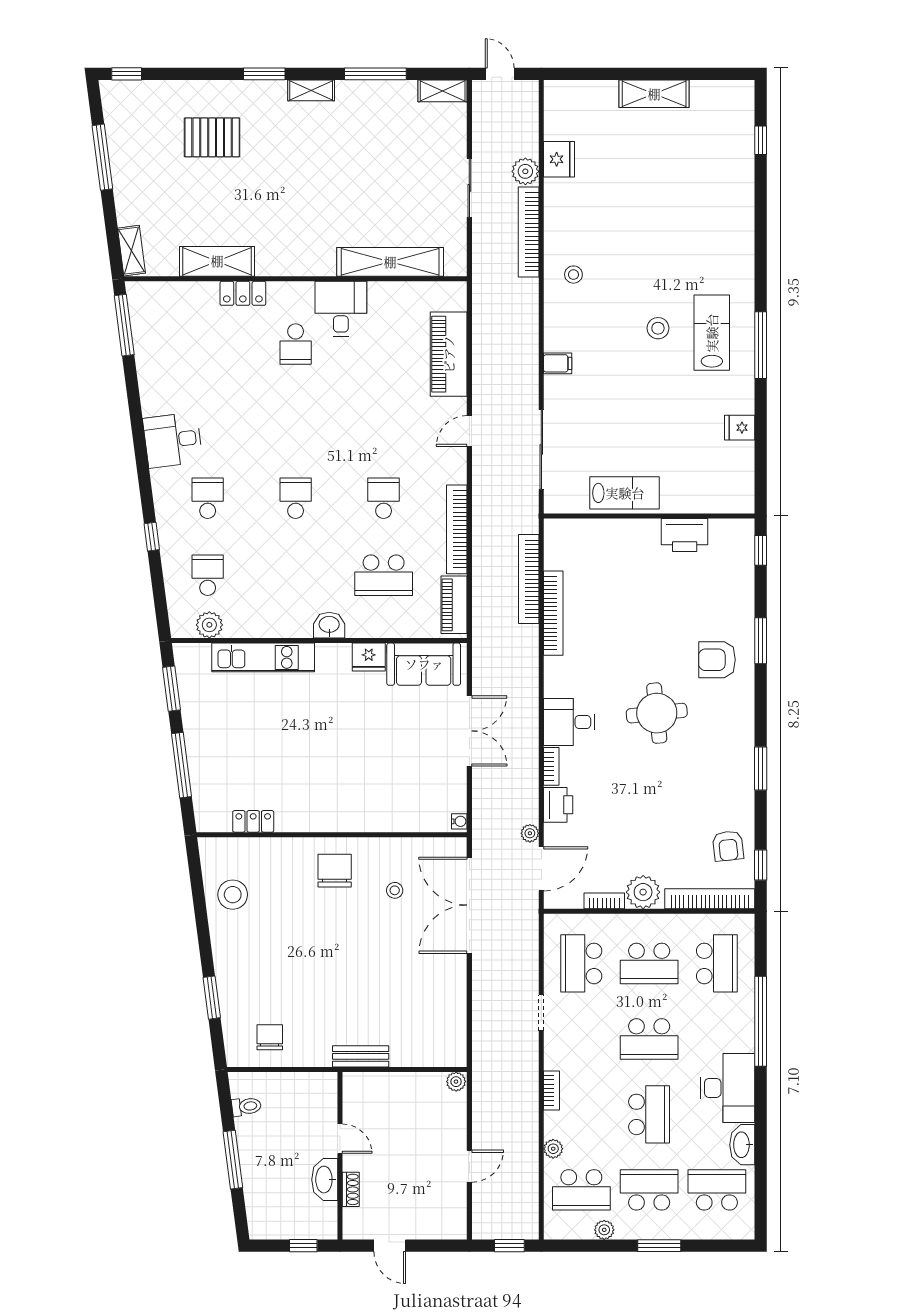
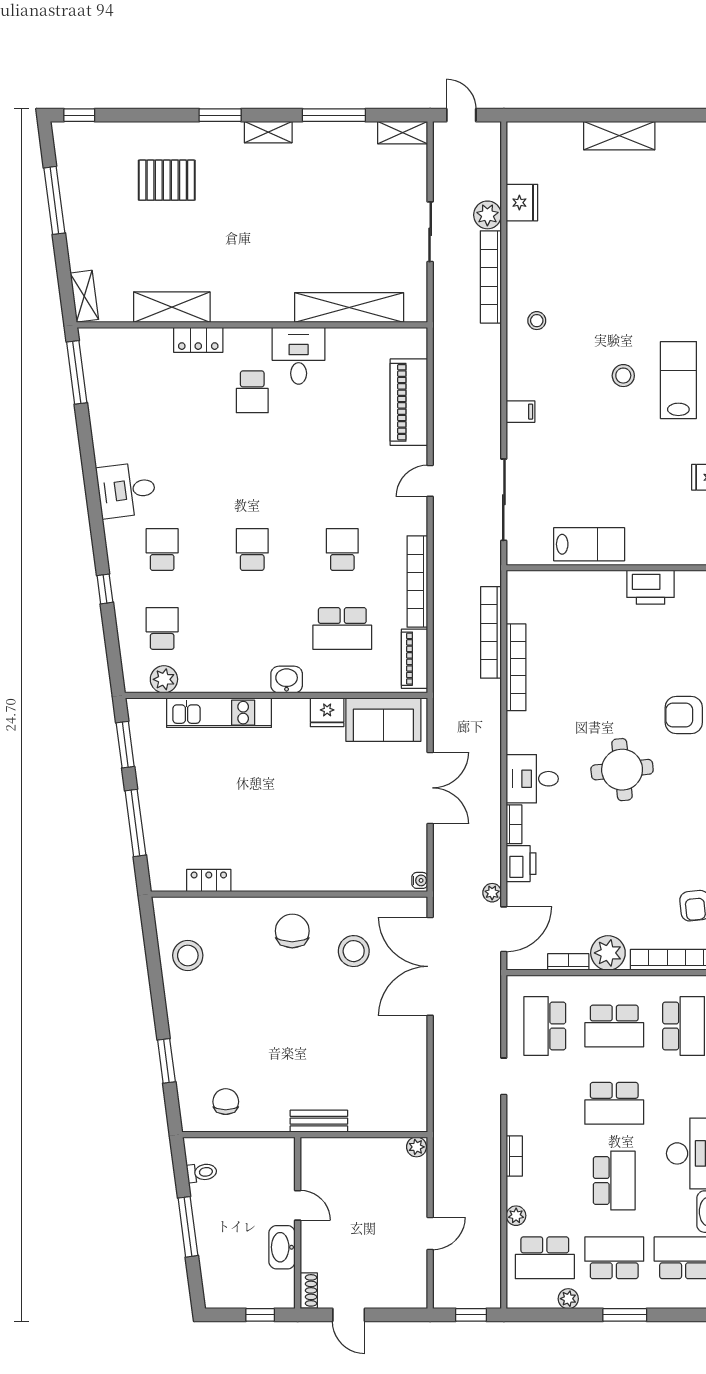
stool: (395, 890) -> (354, 951), width x1.89, depth x1.89
shoe rack: (351, 1189) -> (309, 1290), moved

